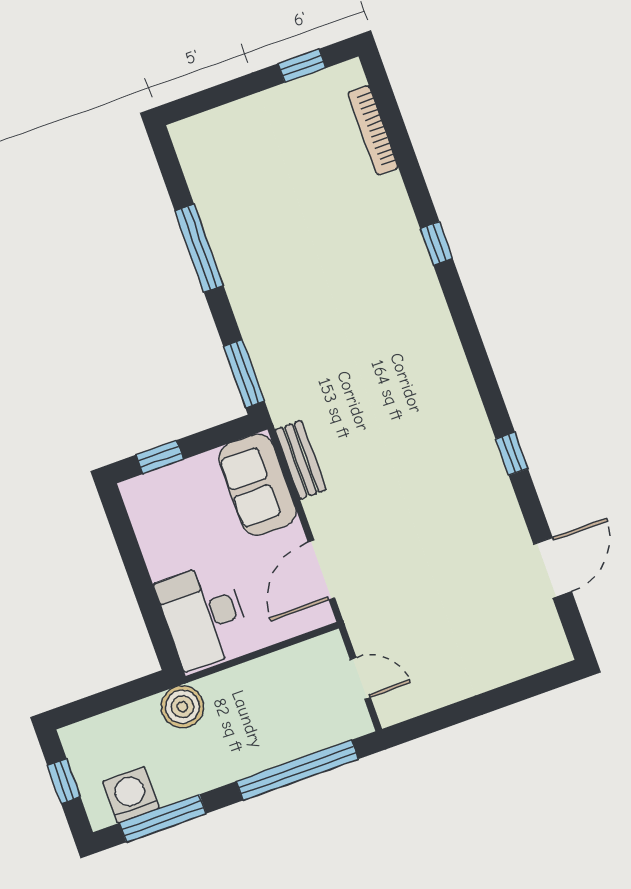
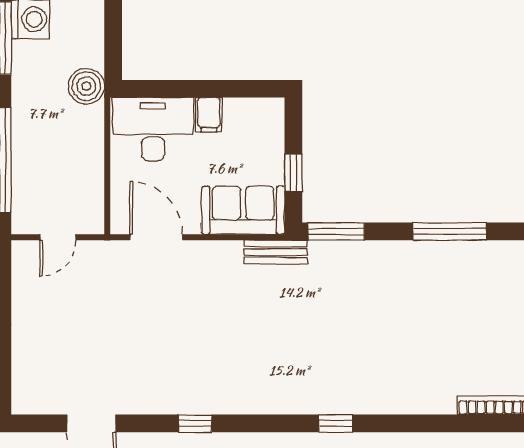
window: (436, 243) -> (336, 423), moved
window: (160, 457) -> (293, 173), moved
bench: (301, 460) -> (276, 252), moved
filing cabinet: (166, 560) -> (209, 115), added

